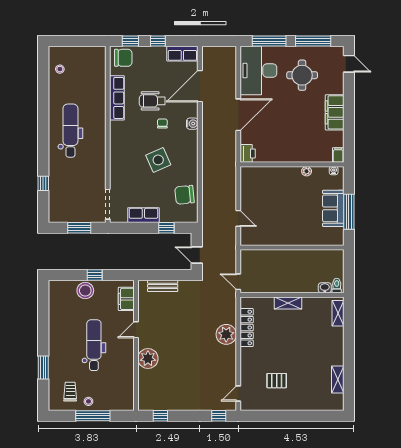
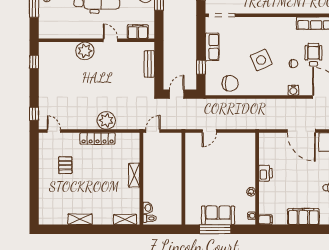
printer: (248, 153) -> (265, 173), moved, turned -90
chair: (185, 195) -> (230, 83), turned 96
locker: (247, 328) -> (98, 139), moved
shelving: (338, 379) -> (80, 219), moved

